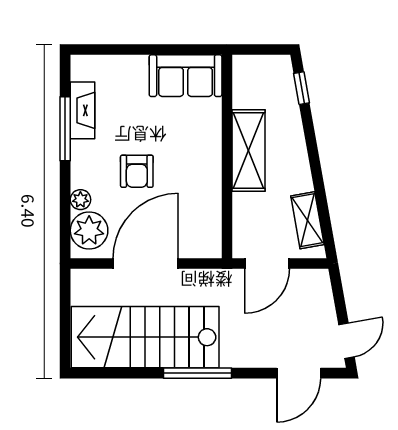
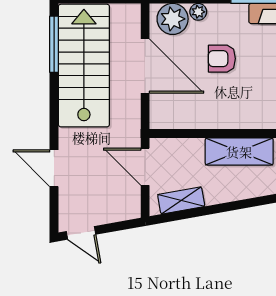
window: (198, 373) -> (54, 44), moved
door: (299, 373) -> (54, 168), moved

